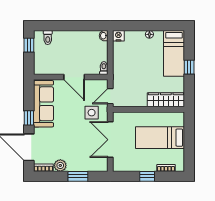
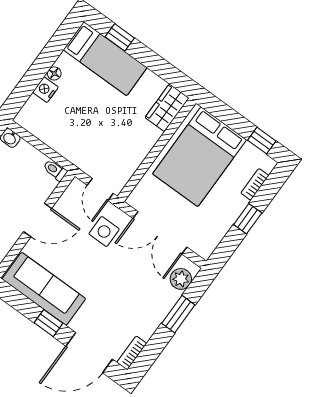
nightstand: (118, 36) -> (45, 90), moved
window: (189, 67) -> (120, 37), moved
wardrobe: (166, 100) -> (167, 108), width x0.67
bed: (160, 138) -> (199, 157), width x1.50
window: (189, 156) -> (262, 141), added
plant: (60, 165) -> (181, 279), moved

